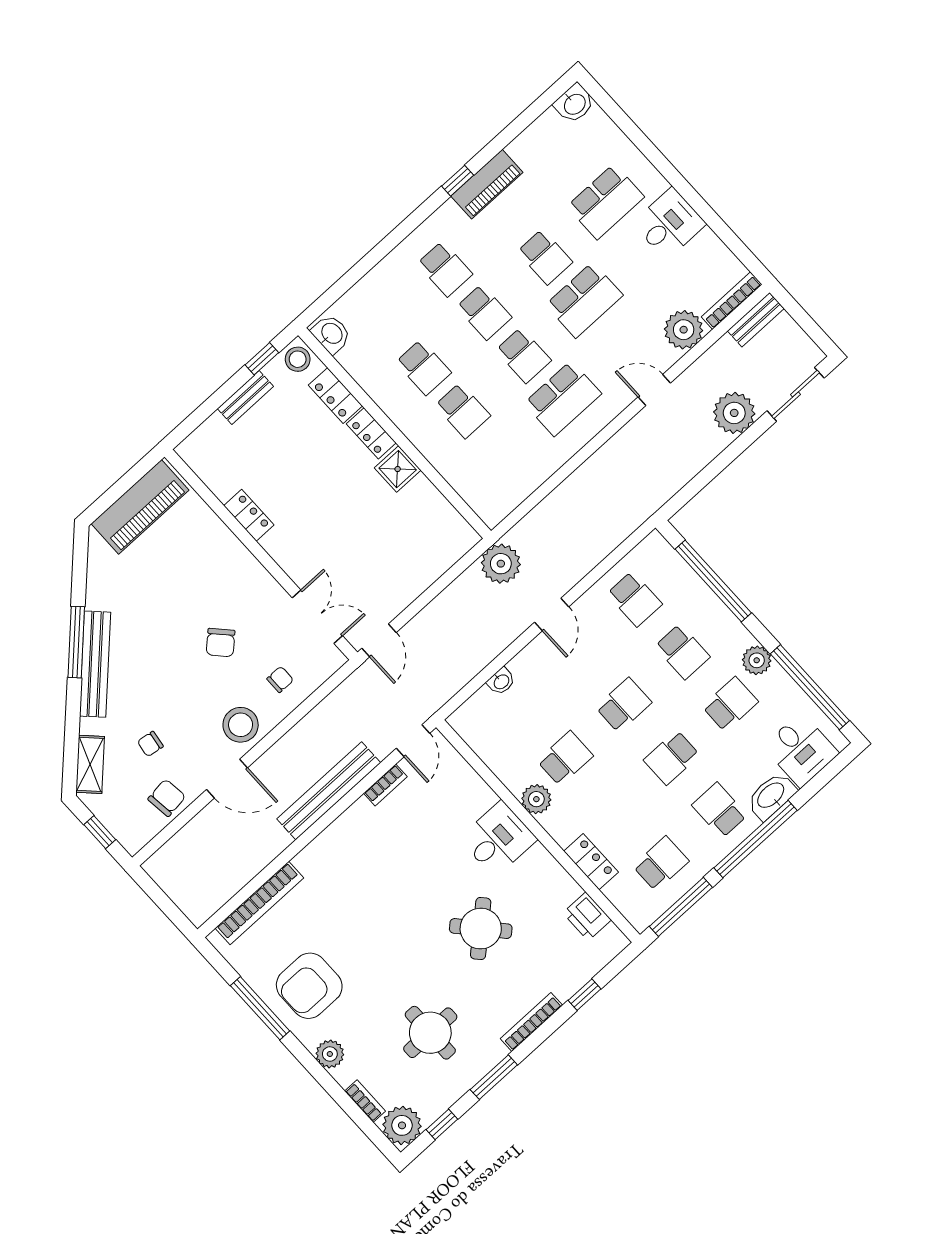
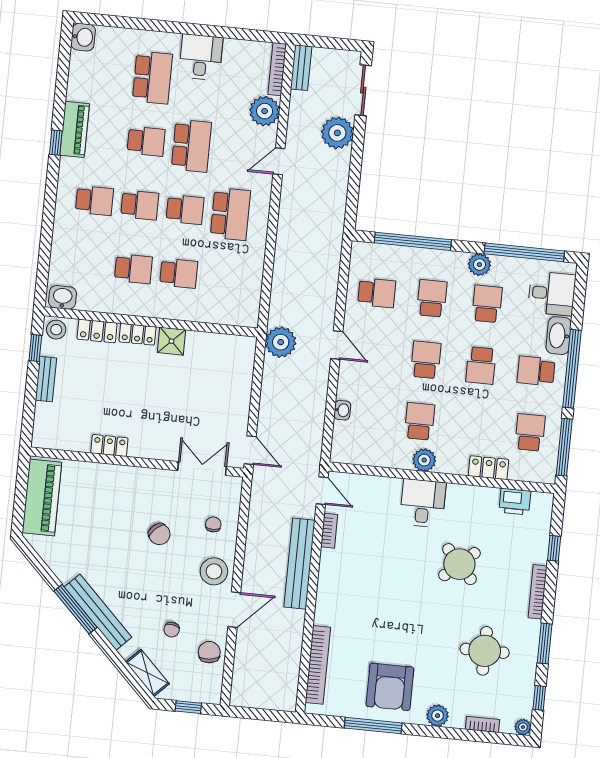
school desk: (682, 652) -> (432, 298), turned -90
plant: (402, 1125) -> (523, 727), width x0.53, depth x0.53

